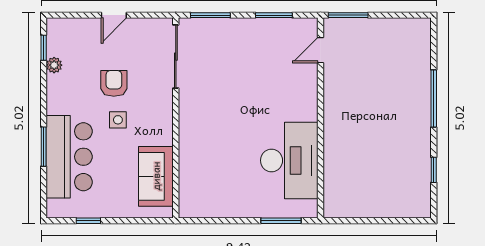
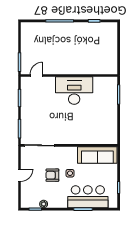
door: (114, 15) -> (20, 175), hinge flipped
door: (320, 50) -> (36, 76), swing flipped
desk: (289, 160) -> (74, 91), moved
sofa: (156, 176) -> (97, 155), width x1.36

